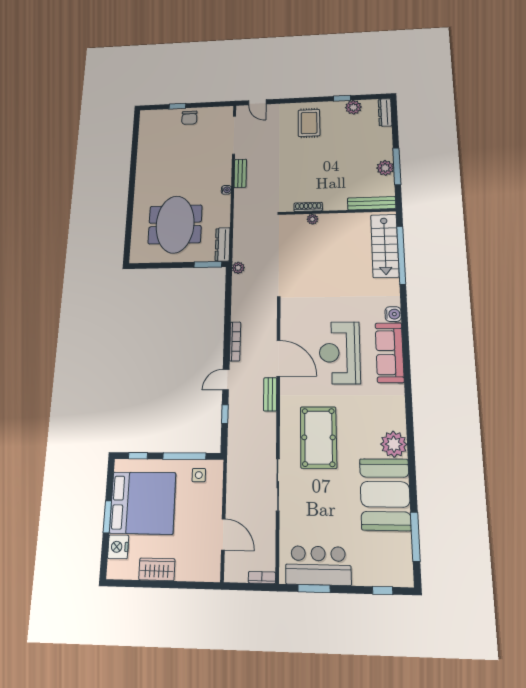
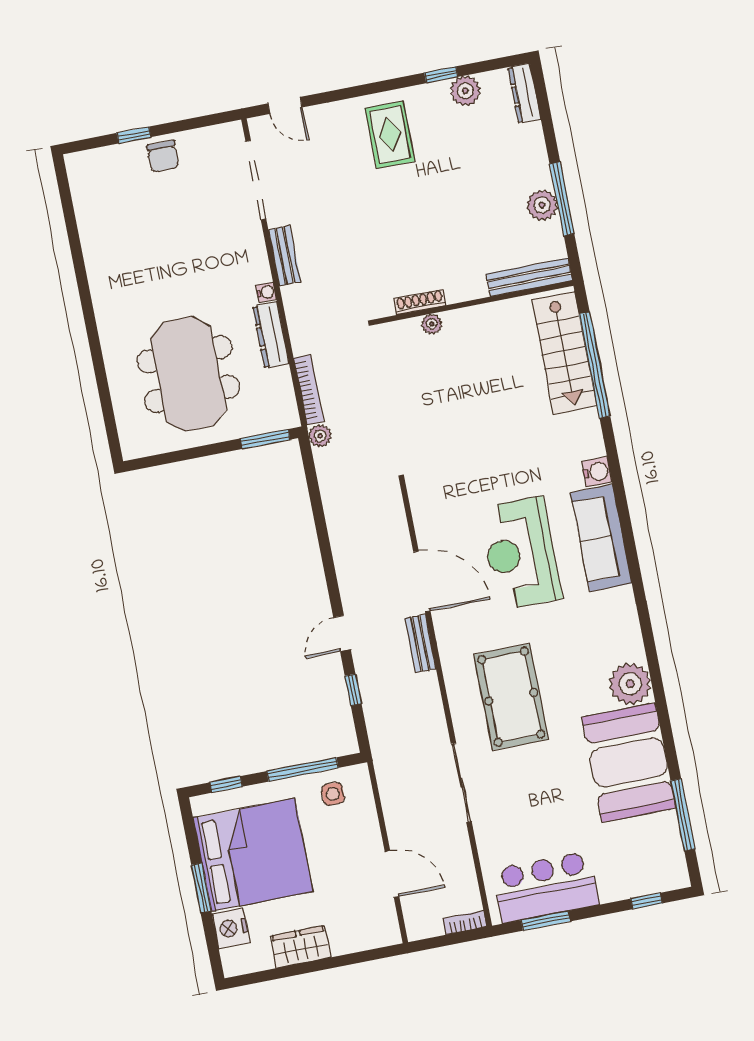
dresser: (223, 244) -> (271, 335), moved
bookcase: (235, 341) -> (309, 390), moved

